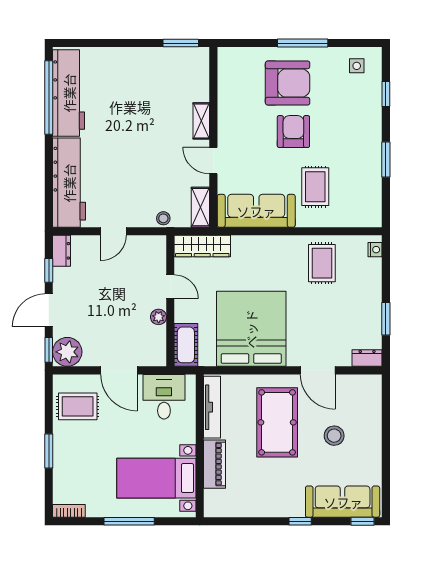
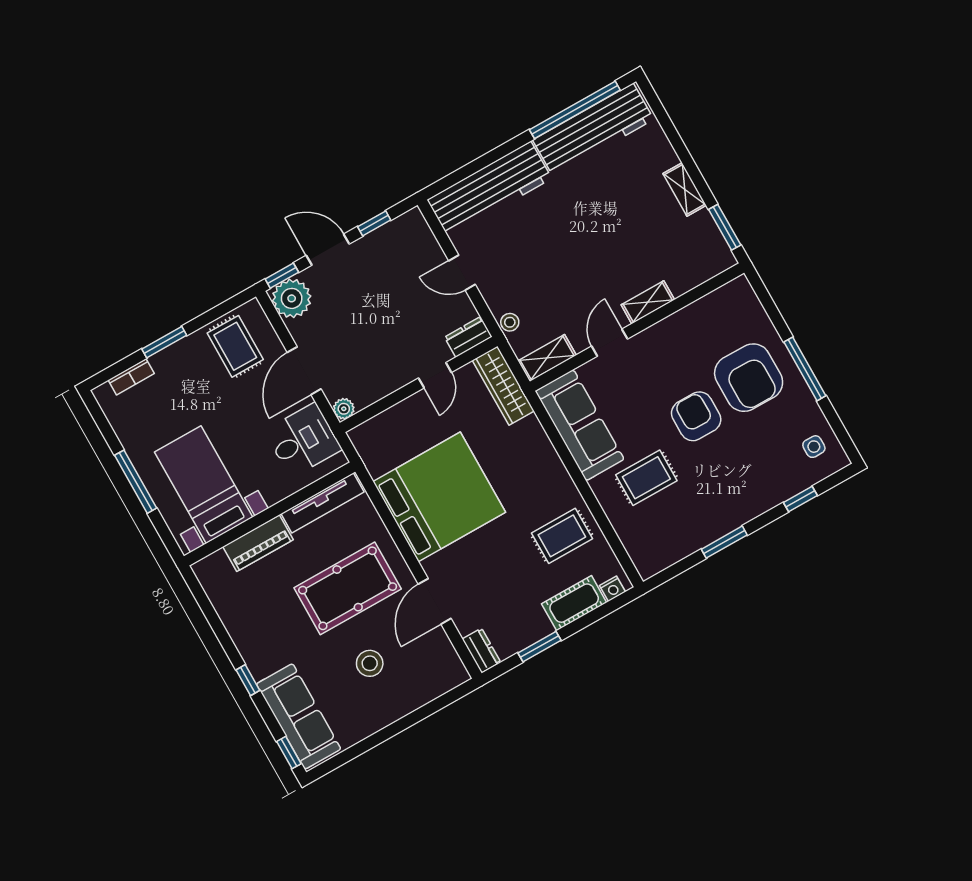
shelving: (141, 55) -> (685, 189), added
armchair: (293, 132) -> (696, 416), turned -90
dresser: (62, 251) -> (468, 337), moved, turned 180
plant: (159, 317) -> (344, 409), moved
cot: (186, 345) -> (574, 603), moved
bookcase: (69, 511) -> (131, 377), moved, turned 90

